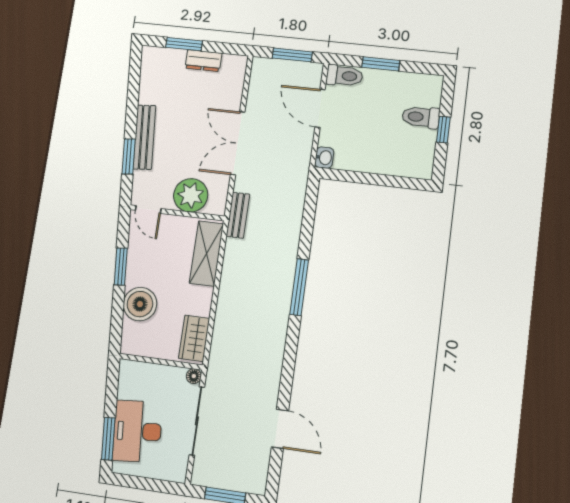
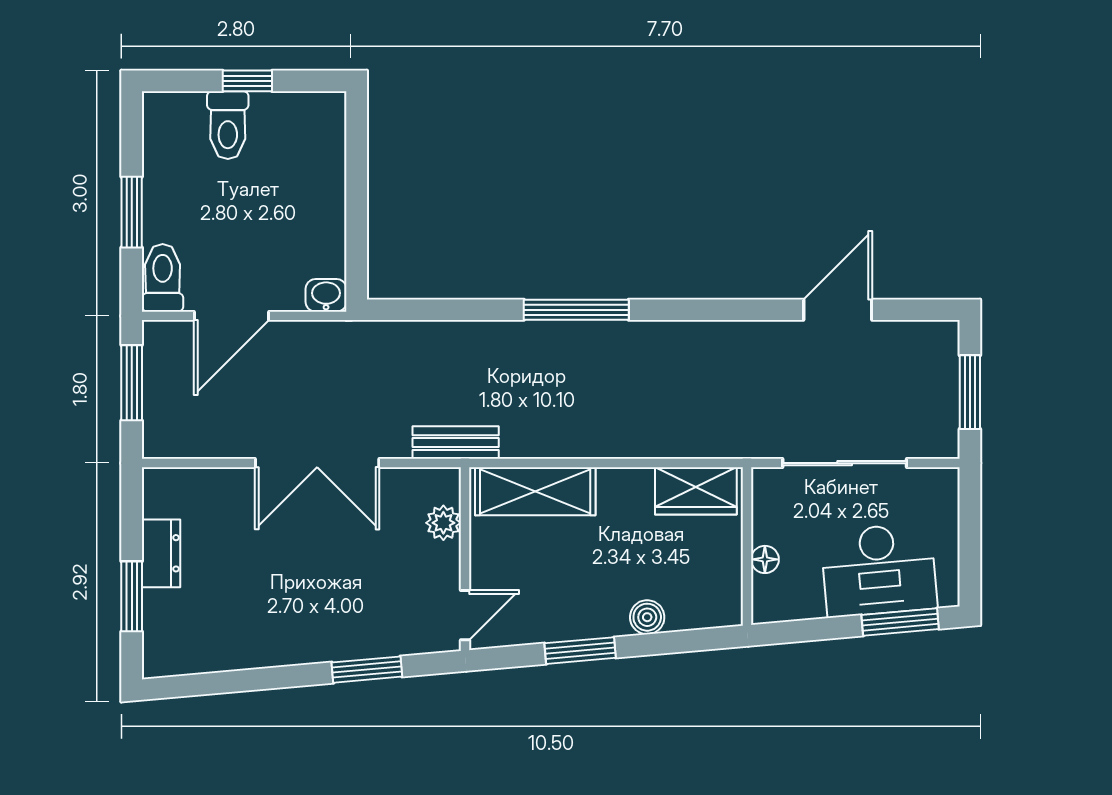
bench: (144, 137) -> (326, 645), removed
plant: (191, 195) -> (443, 523), width x0.53, depth x0.53
boiler: (140, 304) -> (647, 617), width x0.54, depth x0.54
floor lamp: (194, 376) -> (765, 559), moved

